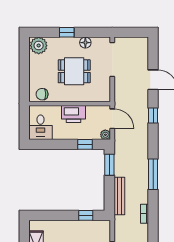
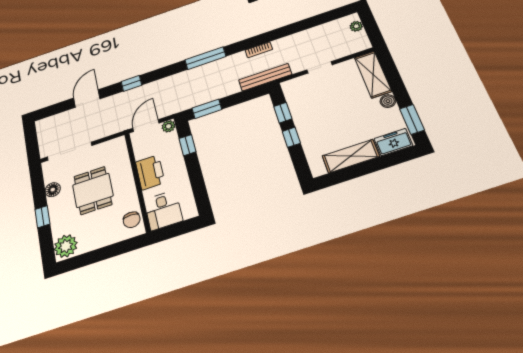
desk: (40, 127) -> (163, 210), moved, turned 90
bench: (119, 196) -> (265, 77), moved
window: (64, 215) -> (291, 137), added

